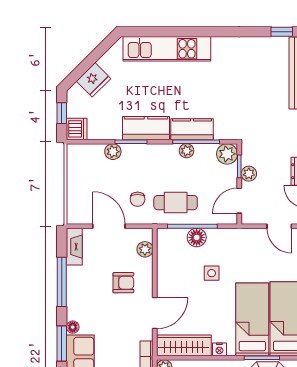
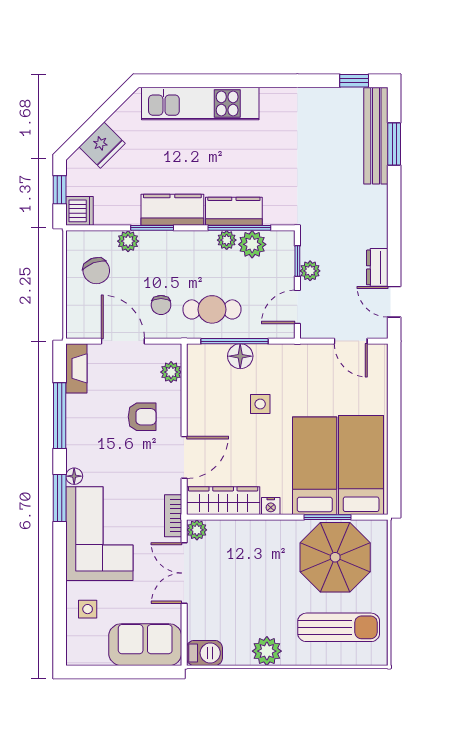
plant: (227, 154) -> (252, 244), moved
chair: (89, 174) -> (96, 271), added

